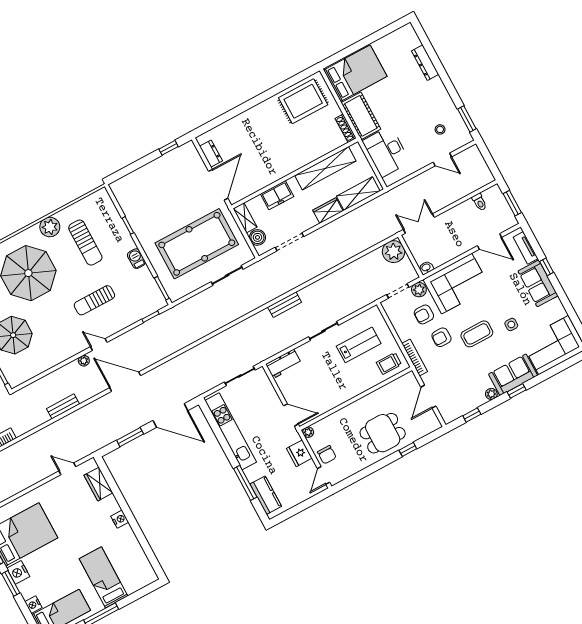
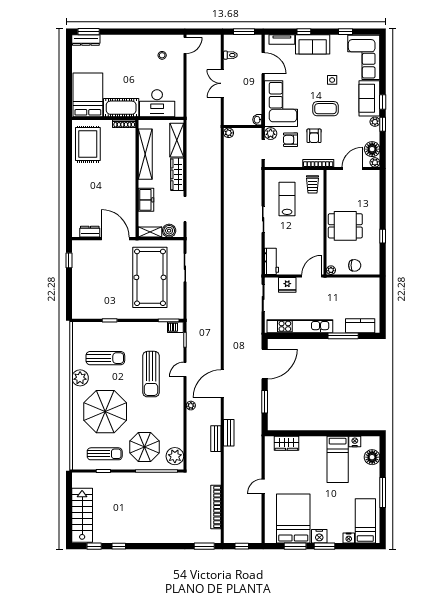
dresser: (425, 63) -> (86, 40), moved
window: (467, 119) -> (89, 32), moved
door: (442, 160) -> (185, 45), moved
wardrobe: (328, 211) -> (177, 174), width x1.50
double door: (419, 223) -> (222, 83), moved
door: (489, 242) -> (263, 63), hinge flipped
plant: (394, 252) -> (229, 133), width x0.53, depth x0.53
barbecue: (136, 259) -> (175, 327), moved
sun lounger: (94, 300) -> (151, 374), width x1.36, depth x1.34
bench: (285, 305) -> (229, 433), moved
window: (570, 311) -> (345, 32), added
armchair: (424, 314) -> (291, 140), turned 90
coffee table: (477, 334) -> (326, 109), turned 90
door: (99, 345) -> (185, 369), moved
plant: (21, 373) -> (175, 456), added
door: (428, 397) -> (352, 169), swing flipped
floor lamp: (461, 407) -> (372, 149), added
window: (472, 415) -> (383, 124), moved
plant: (448, 417) -> (375, 162), added
dining table: (383, 433) -> (345, 226), moved, turned 90
window: (408, 449) -> (383, 236), moved
fridge: (299, 453) -> (287, 285), moved
door: (67, 469) -> (263, 486), moved
door: (323, 475) -> (368, 276), removed
nightstand: (120, 519) -> (355, 442), moved
bed: (104, 577) -> (338, 459), moved, turned -90
floor lamp: (133, 583) -> (372, 457), added

